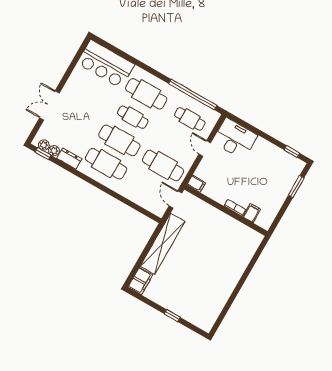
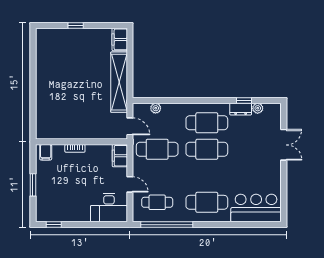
cafe table: (133, 117) -> (207, 176), removed
plant: (44, 145) -> (156, 108), moved
window: (43, 154) -> (244, 100), moved
filing cabinet: (196, 184) -> (120, 156), width x2.00
window: (296, 187) -> (33, 185), moved
filing cabinet: (252, 213) -> (46, 152), moved

